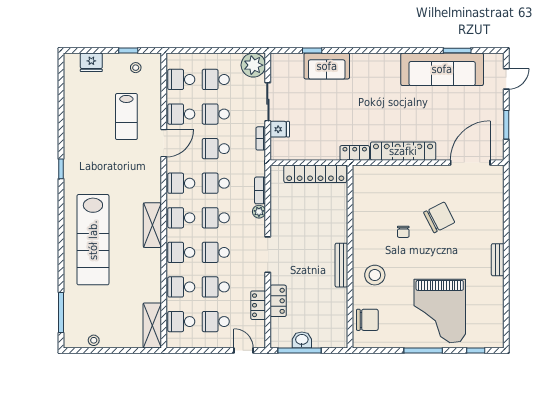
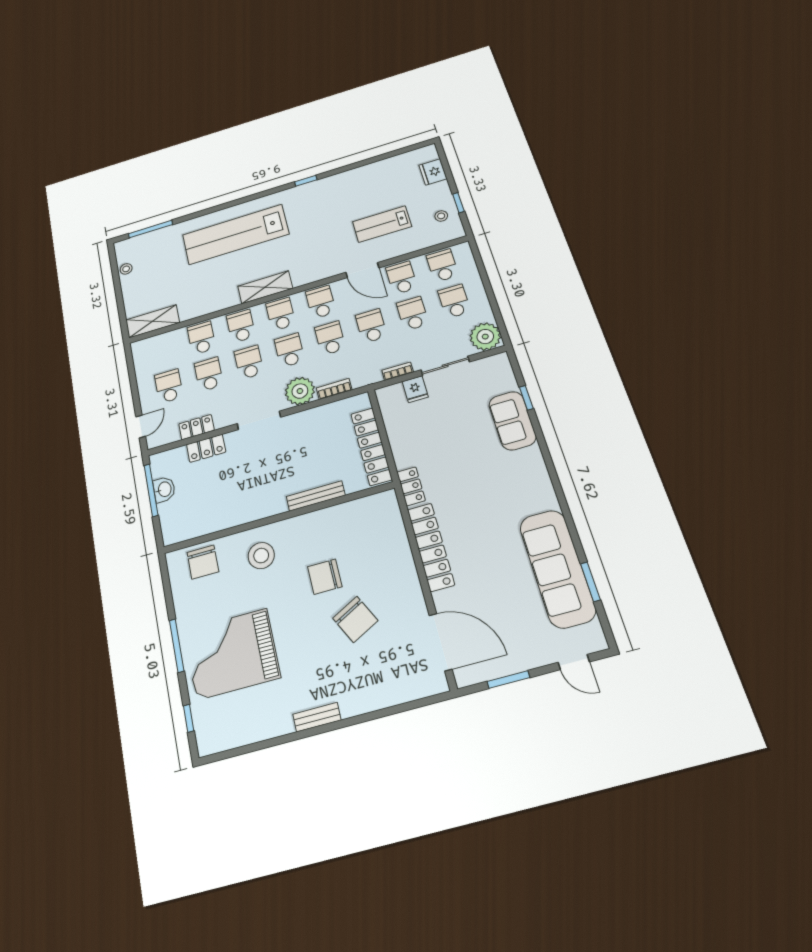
plant: (259, 212) -> (300, 391), width x1.88, depth x1.88
chair: (403, 232) -> (325, 577), width x1.87, depth x1.87
bench: (341, 265) -> (316, 496), moved
school desk: (181, 322) -> (162, 350), removed

